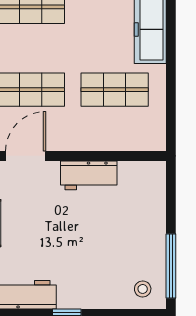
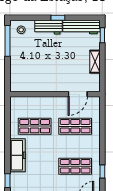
workbench: (89, 175) -> (48, 27), moved, turned 180

